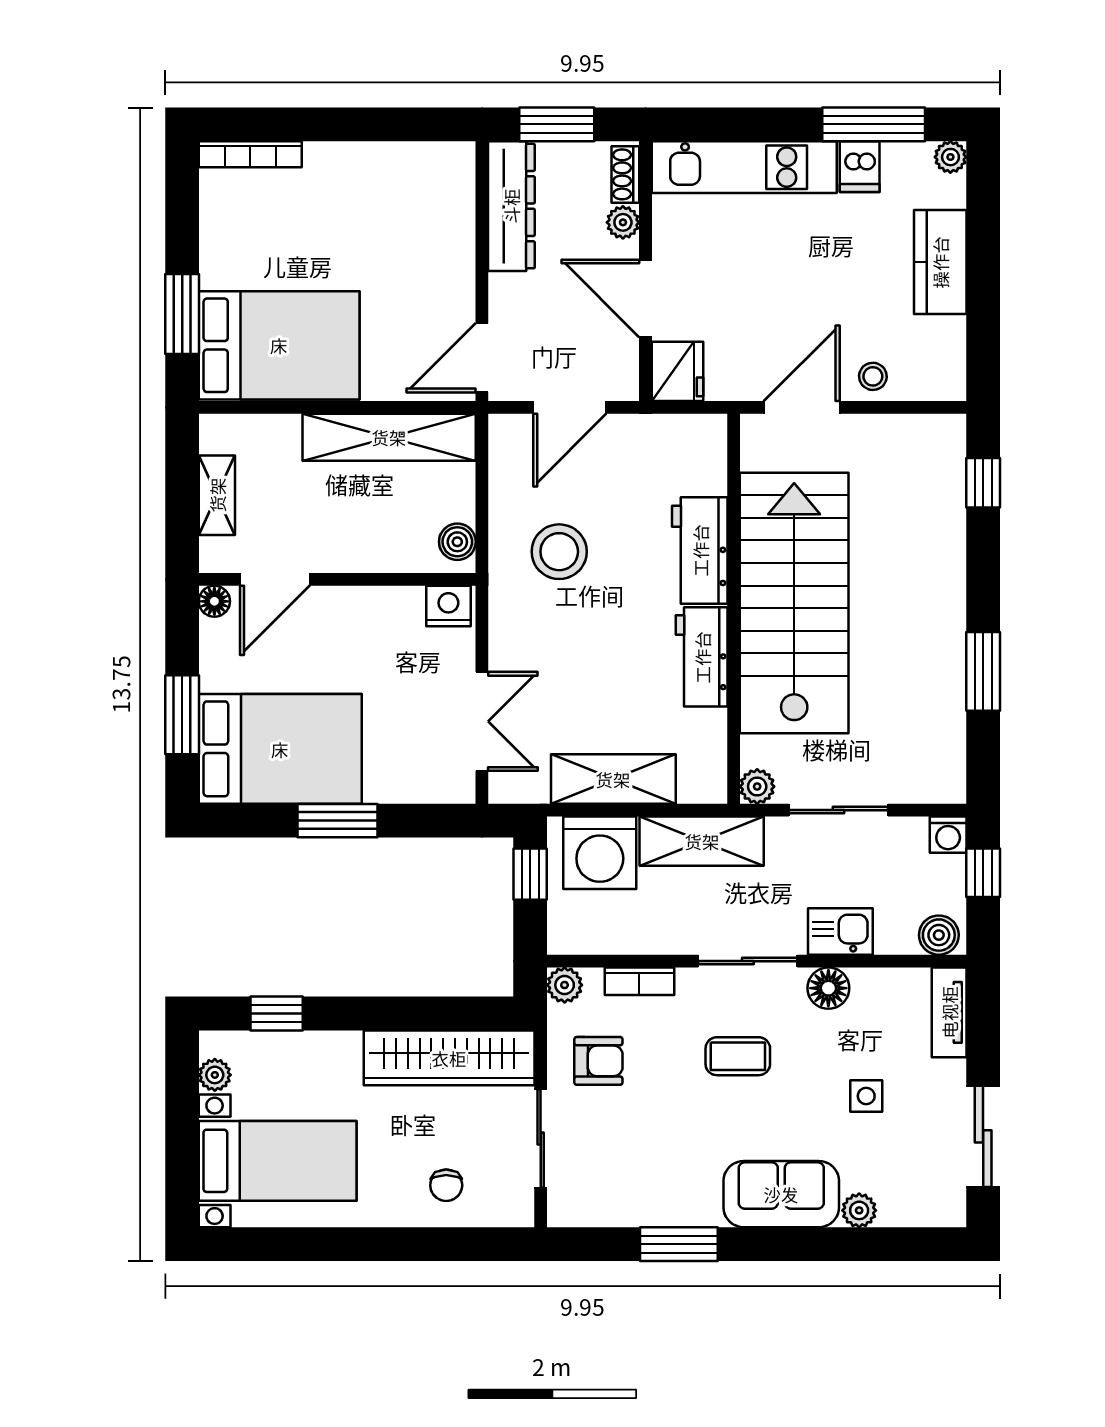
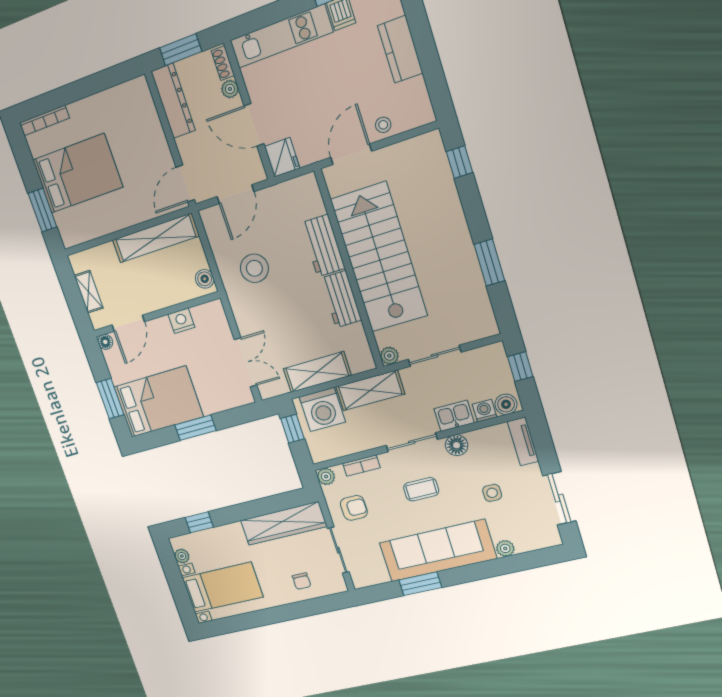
bed: (279, 345) -> (78, 173), moved
nightstand: (448, 606) -> (181, 321), moved
washing machine: (948, 835) -> (484, 411), moved, turned 180
sofa: (781, 1194) -> (438, 551), width x1.85, depth x1.27

